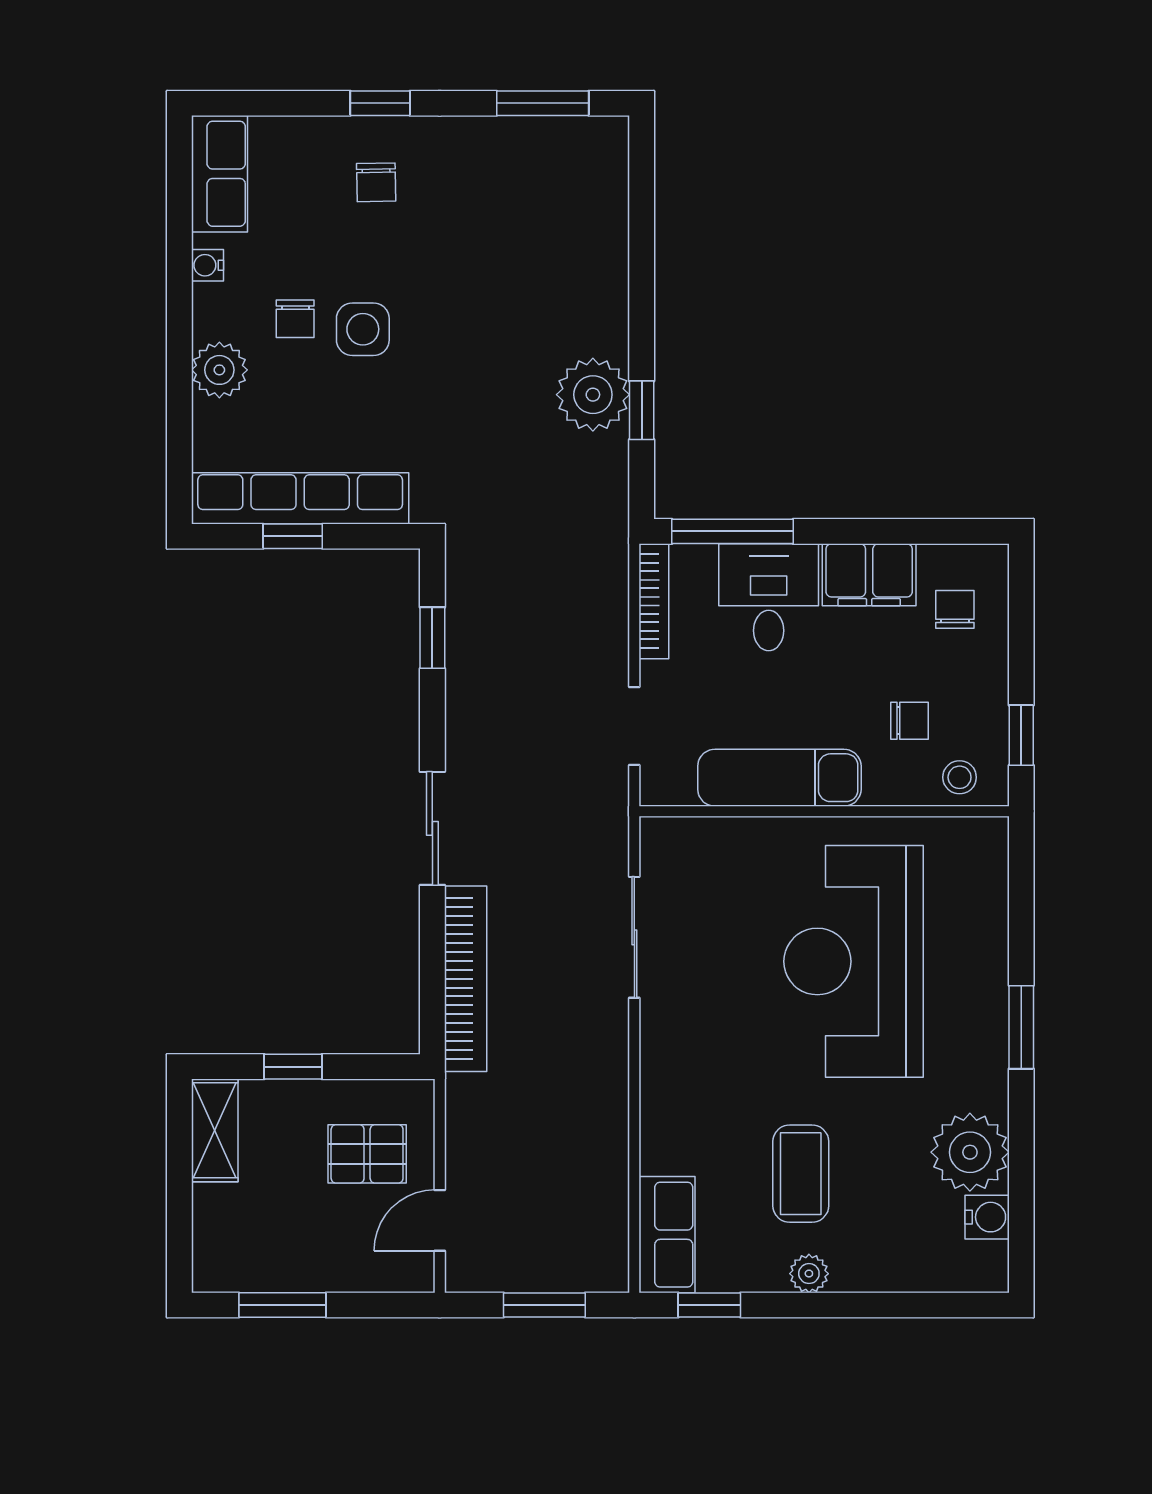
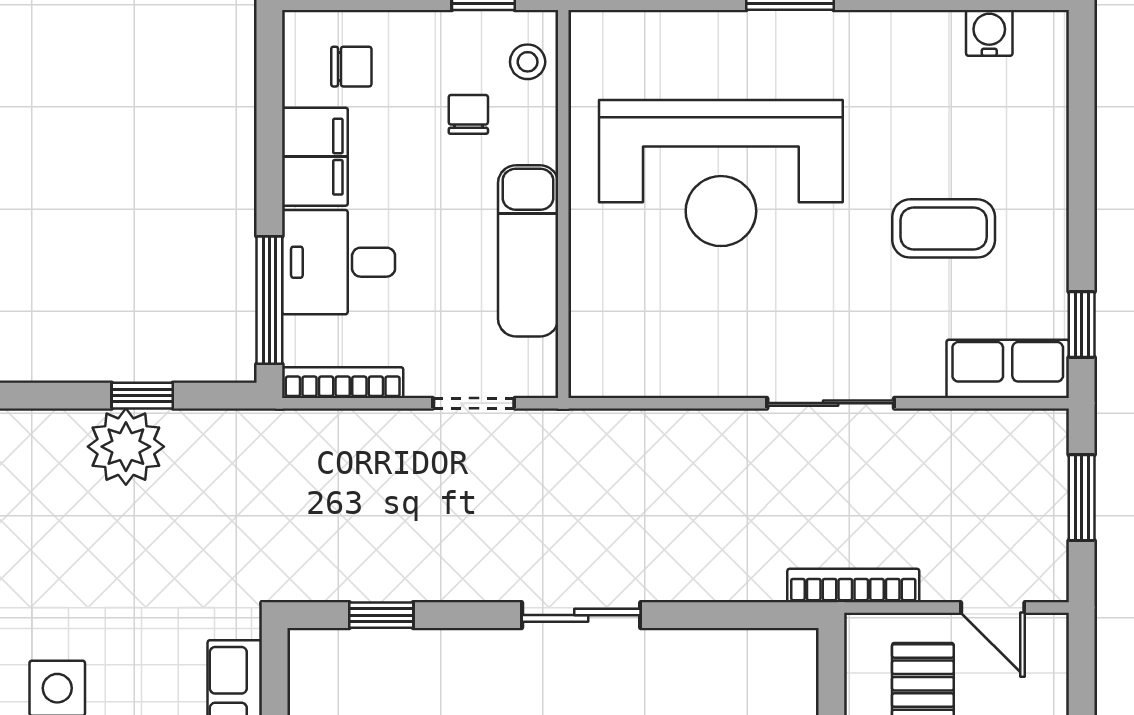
chair: (955, 609) -> (351, 67), turned 180
sliding door: (634, 937) -> (831, 403), moved
bookcase: (466, 979) -> (853, 586), moved, width x0.68, depth x0.76
plant: (970, 1152) -> (921, 51), removed
plant: (809, 1274) -> (1049, 220), removed

